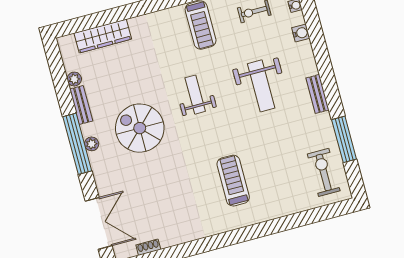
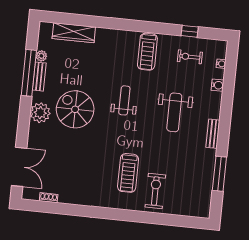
window: (77, 144) -> (29, 73), moved
plant: (92, 144) -> (40, 113), width x1.87, depth x1.87
exercise bike: (324, 172) -> (155, 191), moved
treadmill: (233, 181) -> (128, 173), turned 180

